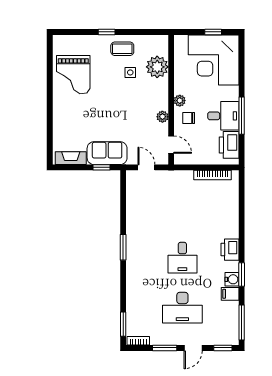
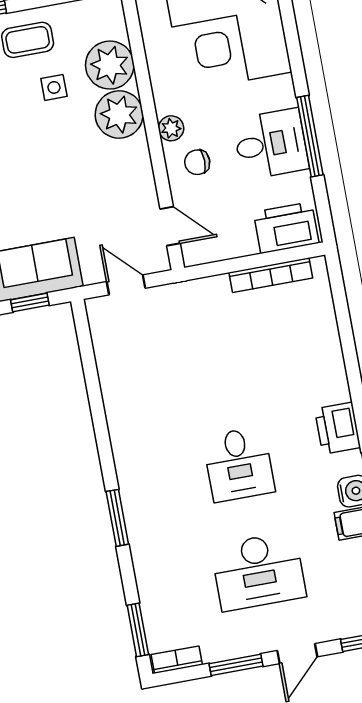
plant: (162, 117) -> (119, 115), moved, width x1.88, depth x1.88
printer: (229, 145) -> (286, 228), moved, turned 90
window: (123, 247) -> (117, 518), moved

